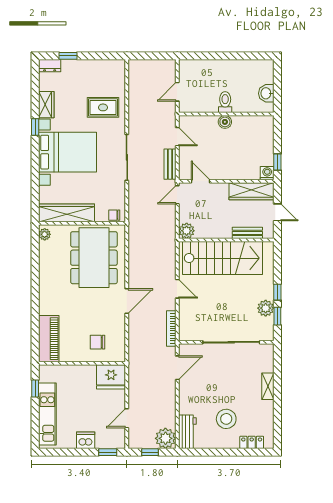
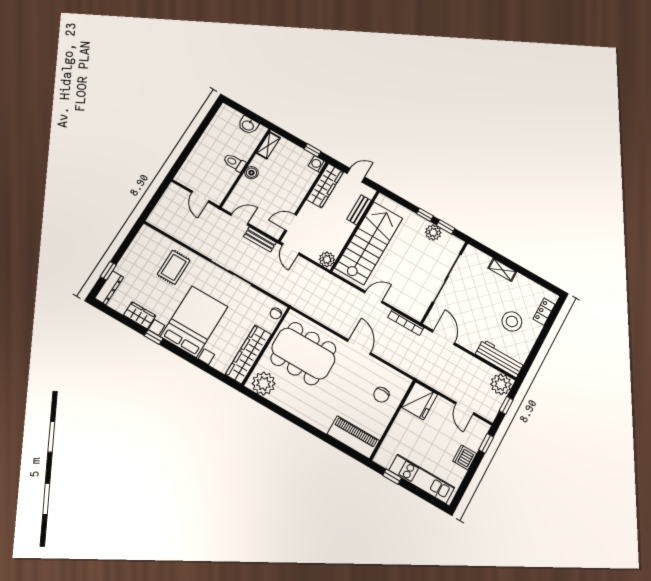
dresser: (50, 66) -> (109, 288), width x1.44
shelving: (258, 121) -> (268, 145), added
plant: (45, 234) -> (264, 384), width x1.87, depth x1.87
workbench: (187, 432) -> (500, 358), width x1.38

